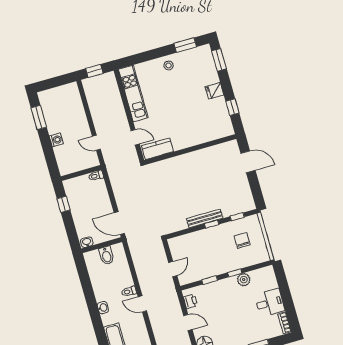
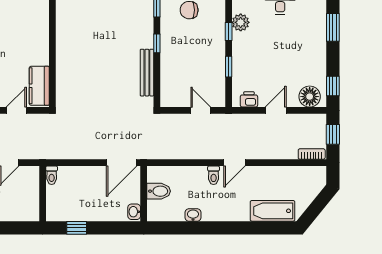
bench: (205, 218) -> (147, 73), moved
washbasin: (103, 308) -> (193, 215), moved

